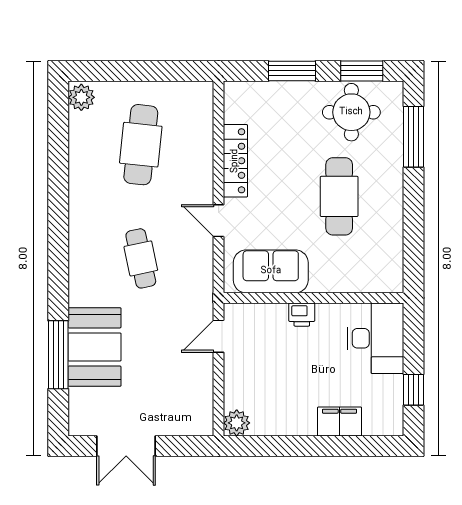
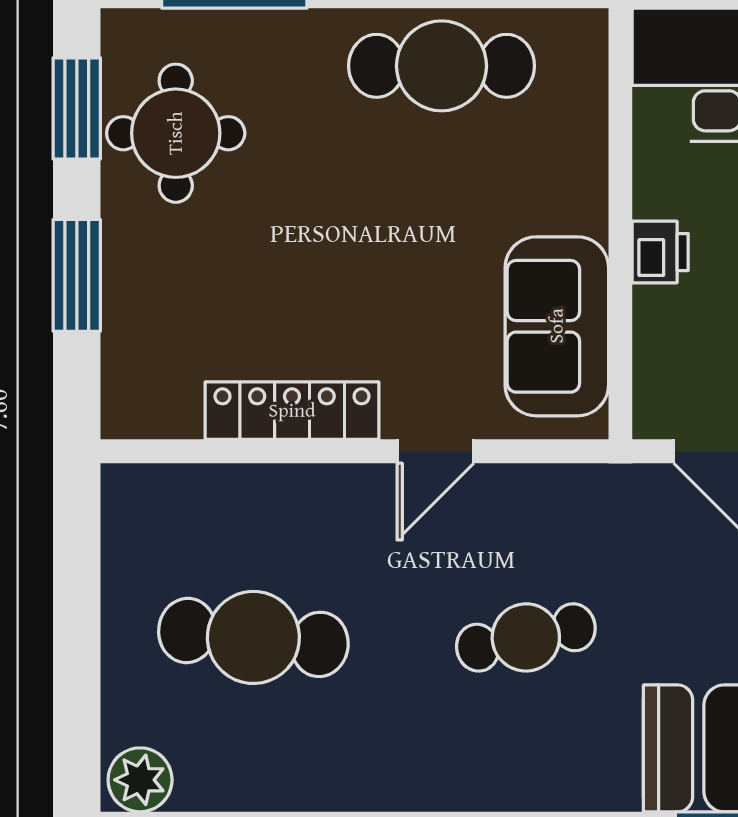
cafe table: (339, 196) -> (442, 66), moved

